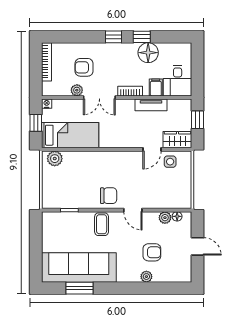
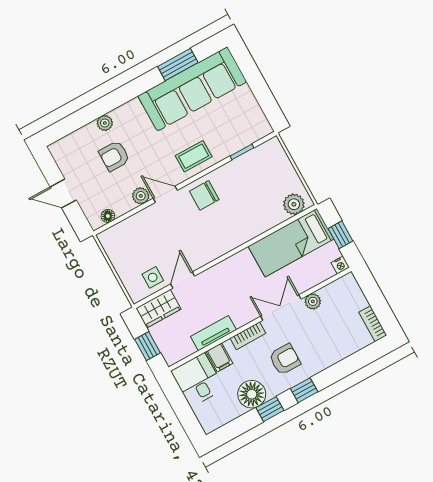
bookcase: (46, 62) -> (373, 324), width x0.64
armchair: (84, 67) -> (285, 359), moved
plant: (165, 218) -> (141, 196), moved
coffee table: (102, 224) -> (194, 156), turned 90

